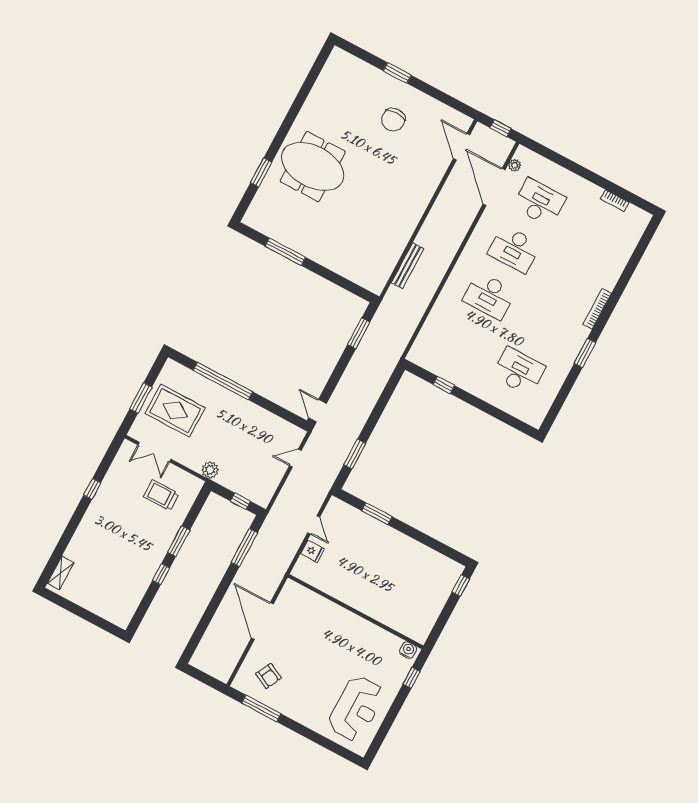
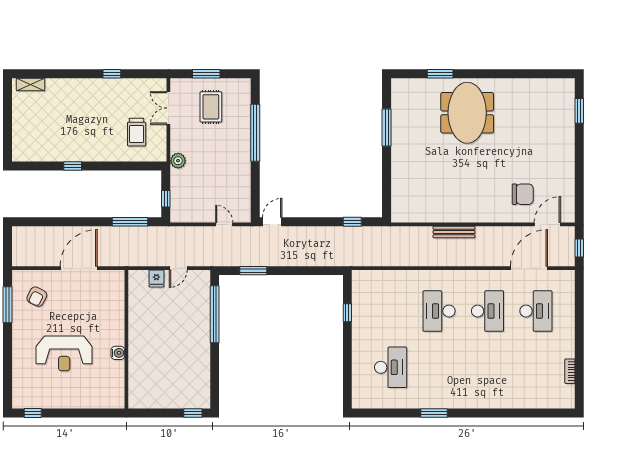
window: (397, 73) -> (579, 111), moved
chair: (393, 120) -> (523, 194), moved, turned 180
plant: (515, 165) -> (555, 275), removed
desk: (514, 249) -> (487, 311), turned 180
bench: (408, 266) -> (454, 232), moved
bookcase: (597, 309) -> (475, 404), removed
window: (359, 333) -> (352, 222), width x0.67
rug: (175, 411) -> (211, 107), width x0.73, depth x0.70
trolley: (161, 495) -> (137, 132), turned 180
window: (377, 514) -> (215, 314), width x2.11
window: (179, 541) -> (107, 166), removed
water cooler: (408, 650) -> (118, 353), moved
window: (412, 678) -> (33, 413), moved
reception desk: (356, 709) -> (64, 353), moved

